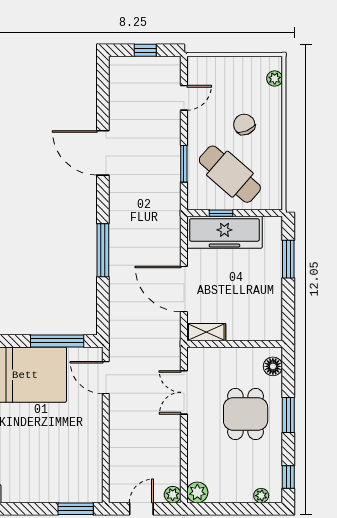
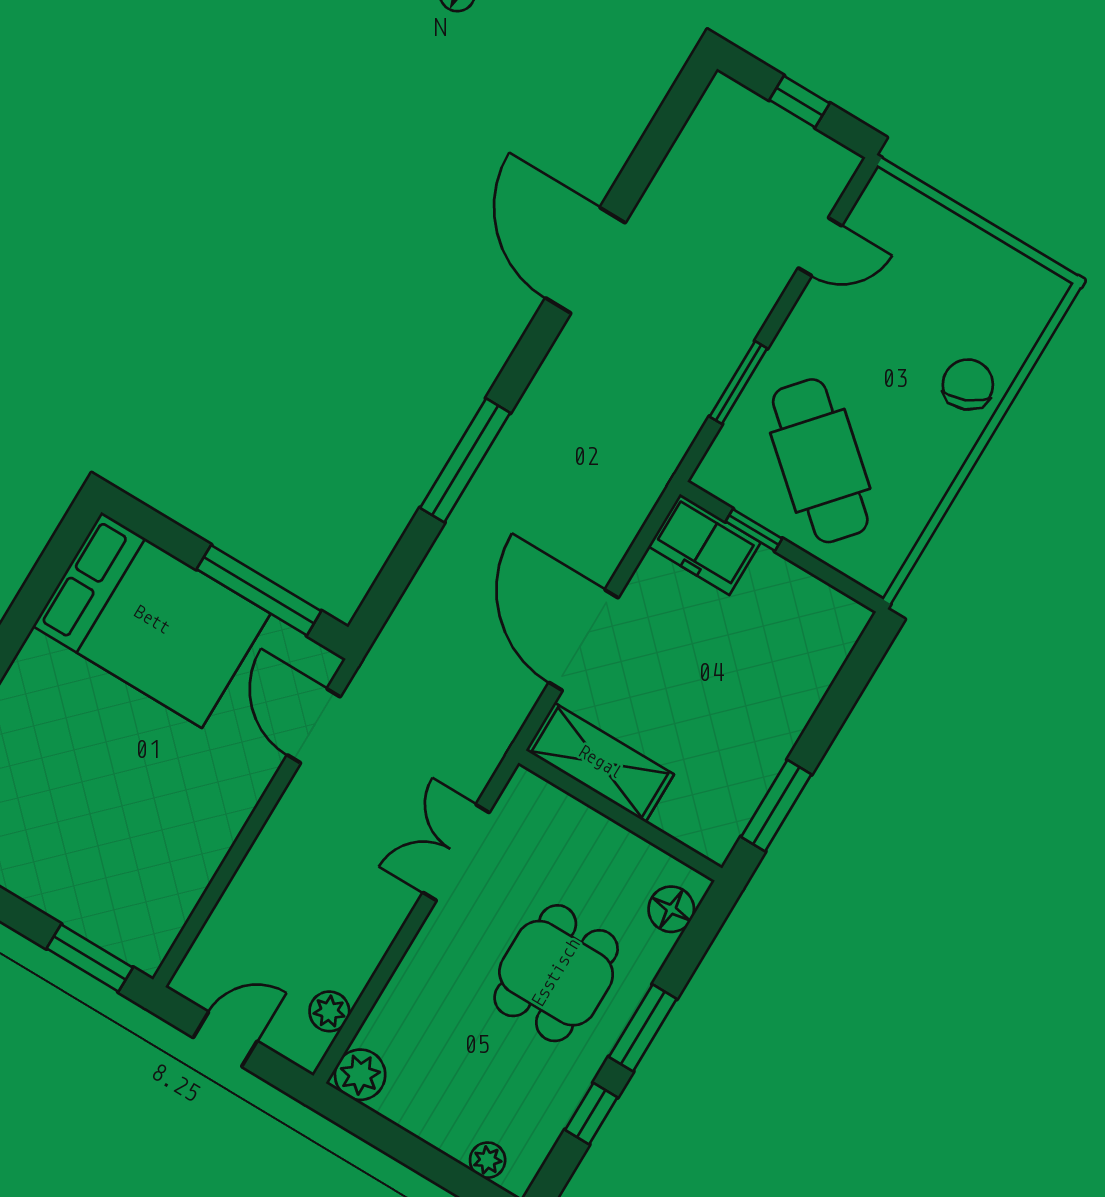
plant: (275, 79) -> (1030, 319), removed
chair: (244, 124) -> (968, 385), moved
freezer: (224, 232) -> (705, 544), width x0.52, depth x0.79
window: (288, 259) -> (776, 806), moved
shelving: (206, 332) -> (600, 762), width x1.50, depth x1.33
window: (288, 477) -> (591, 1114), moved
plant: (173, 495) -> (329, 1011), moved

